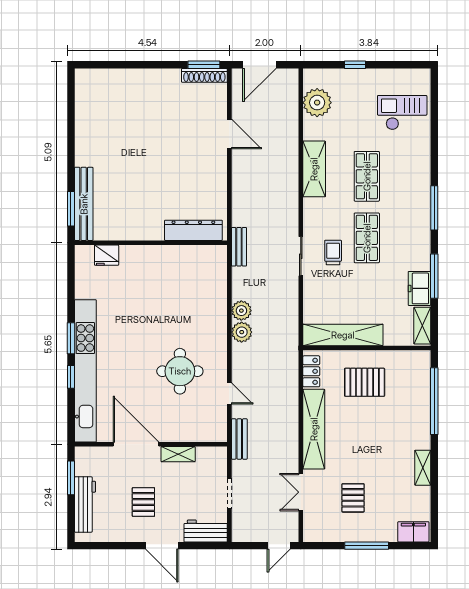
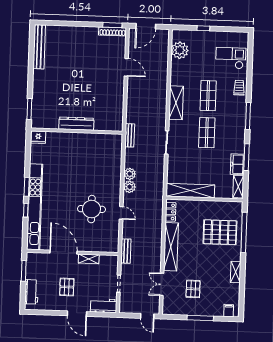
shelving: (314, 169) -> (176, 103), moved
bench: (84, 204) -> (39, 47), moved
dresser: (193, 230) -> (76, 124), moved
trolley: (333, 252) -> (239, 88), moved
fridge: (107, 255) -> (38, 137), moved
pallet: (365, 382) -> (220, 232), moved, width x1.37, depth x1.41
door: (229, 393) -> (121, 213), moved
workbench: (85, 505) -> (31, 292), width x0.73
filing cabinet: (413, 532) -> (229, 311), width x0.50
door: (279, 546) -> (147, 316), hinge flipped

